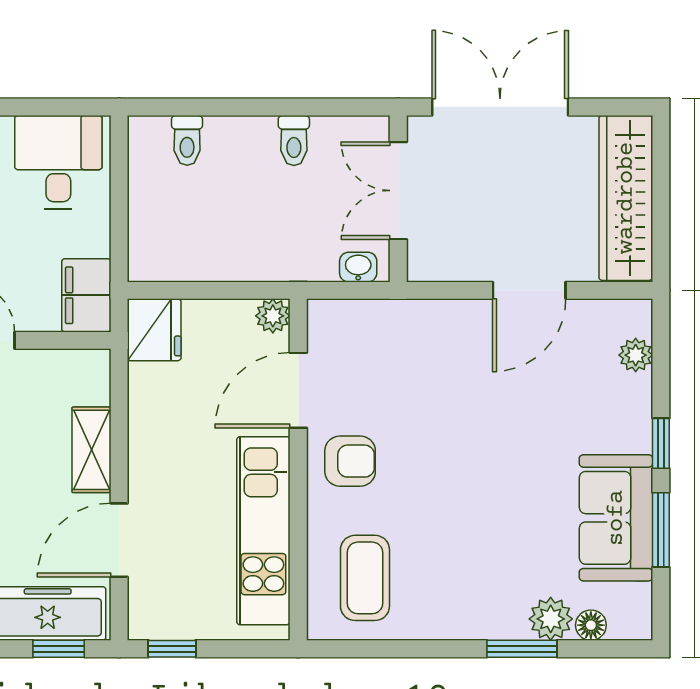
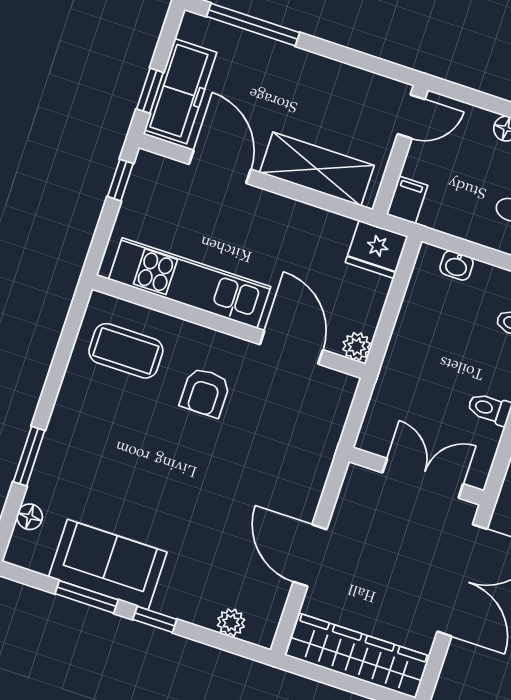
washbasin: (358, 267) -> (457, 265), moved, turned 90
filing cabinet: (86, 295) -> (407, 200), width x0.50
shelving: (91, 450) -> (317, 169), width x1.50, depth x1.33
armchair: (350, 461) -> (205, 392), moved
plant: (551, 619) -> (45, 487), removed

